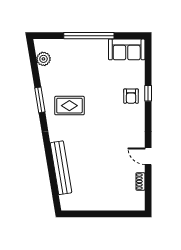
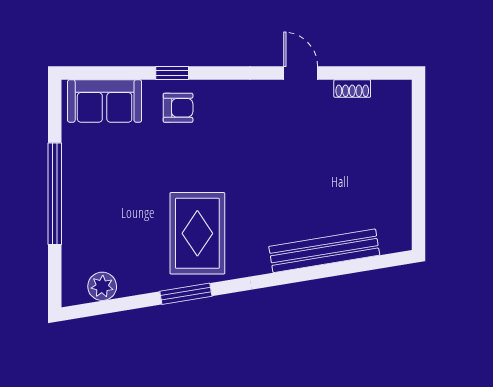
sofa: (127, 49) -> (105, 101), moved, turned 90
rug: (69, 106) -> (197, 233), width x1.36, depth x1.43
door: (148, 156) -> (301, 73), swing flipped

